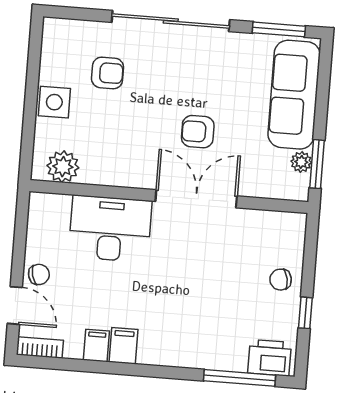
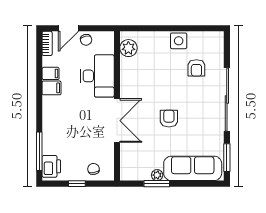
plant: (63, 167) -> (128, 48), moved
wall: (169, 197) -> (117, 106), moved
double door: (196, 199) -> (117, 121), moved
desk: (110, 229) -> (97, 76), moved

